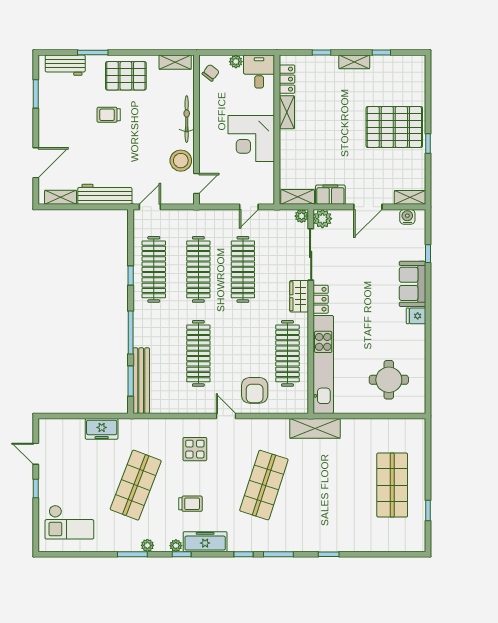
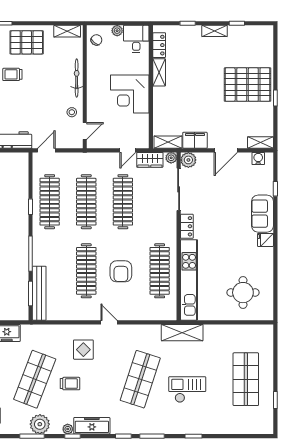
stool: (181, 161) -> (72, 112), width x0.53, depth x0.53
wardrobe: (299, 296) -> (150, 160), moved, turned -90
armchair: (255, 390) -> (121, 271), moved
checkout: (321, 498) -> (187, 390), added
trolley: (190, 504) -> (70, 384), moved
plant: (147, 545) -> (40, 424), width x1.88, depth x1.88

